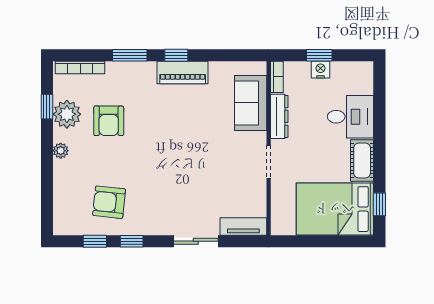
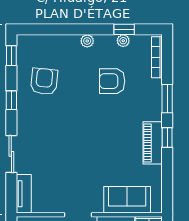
plant: (67, 114) -> (123, 41), width x0.53, depth x0.53
window: (95, 241) -> (11, 56), moved

